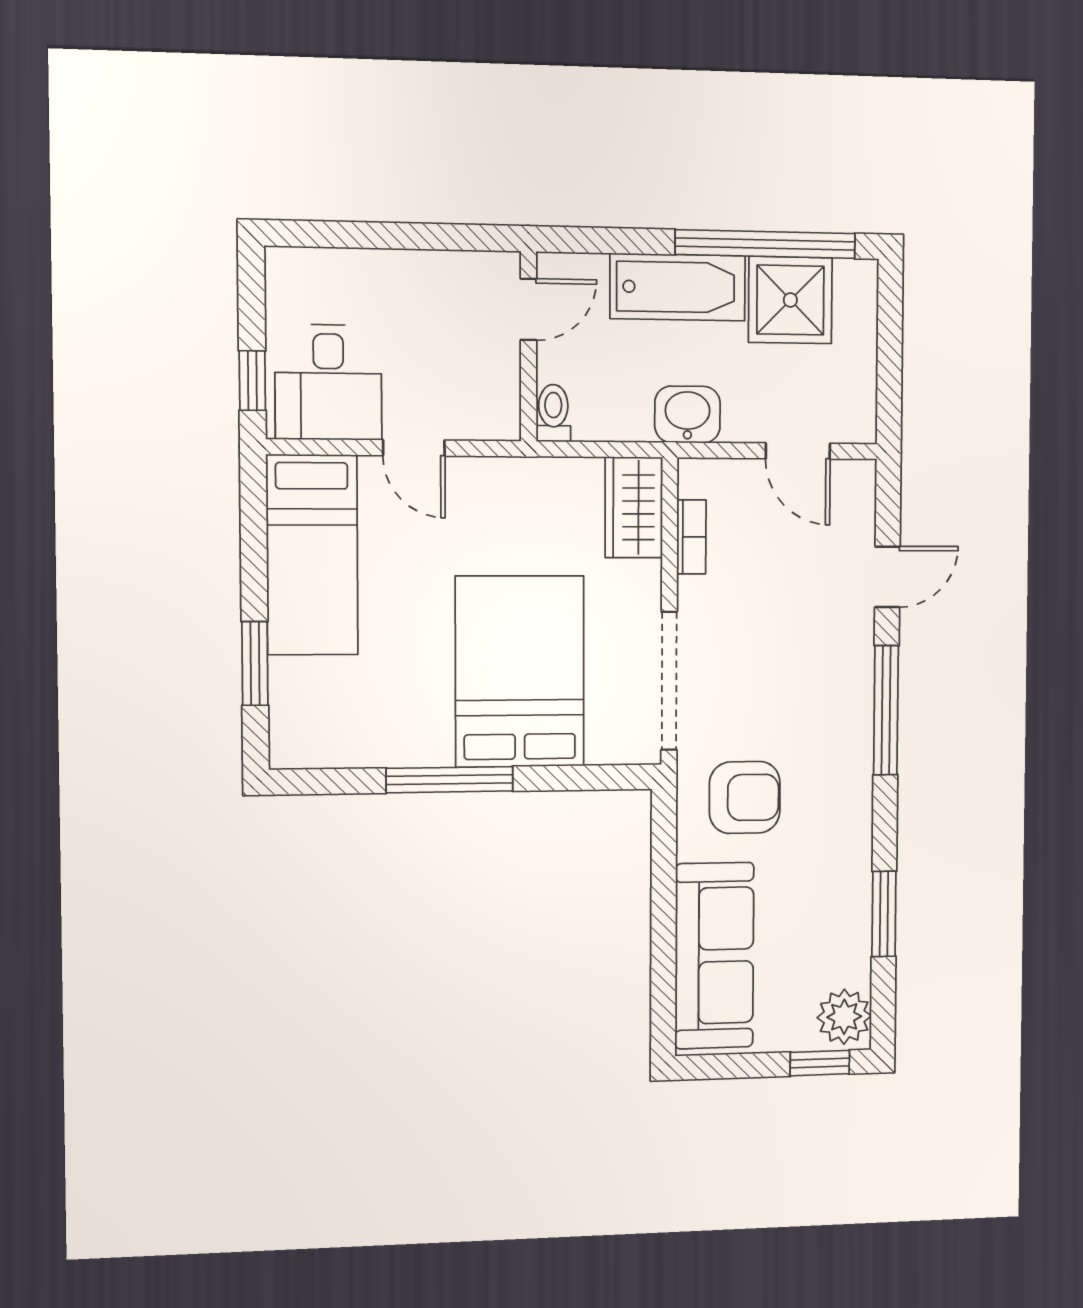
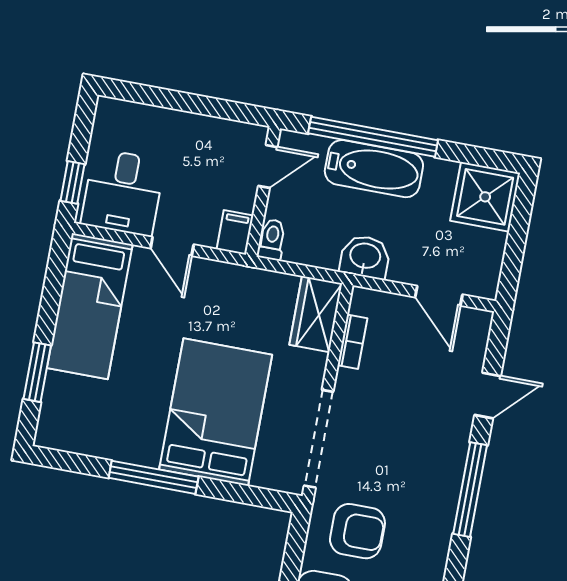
window: (766, 244) -> (373, 137), moved
shower: (790, 300) -> (485, 197), moved
filing cabinet: (500, 412) -> (235, 232), added

